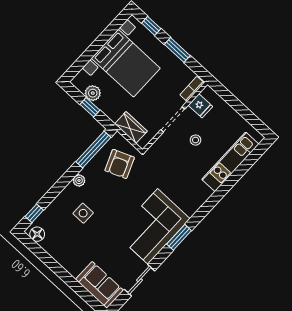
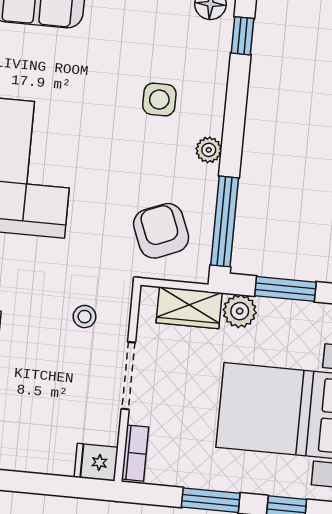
plant: (93, 93) -> (240, 311), moved
fridge: (200, 106) -> (96, 462), moved
window: (90, 107) -> (285, 289), width x1.50
stool: (196, 140) -> (85, 317), moved

